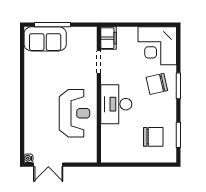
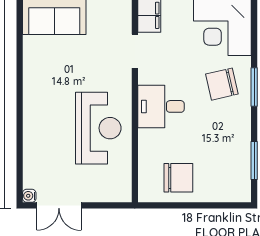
desk: (116, 104) -> (161, 106), width x0.73
chair: (153, 137) -> (178, 178), moved

